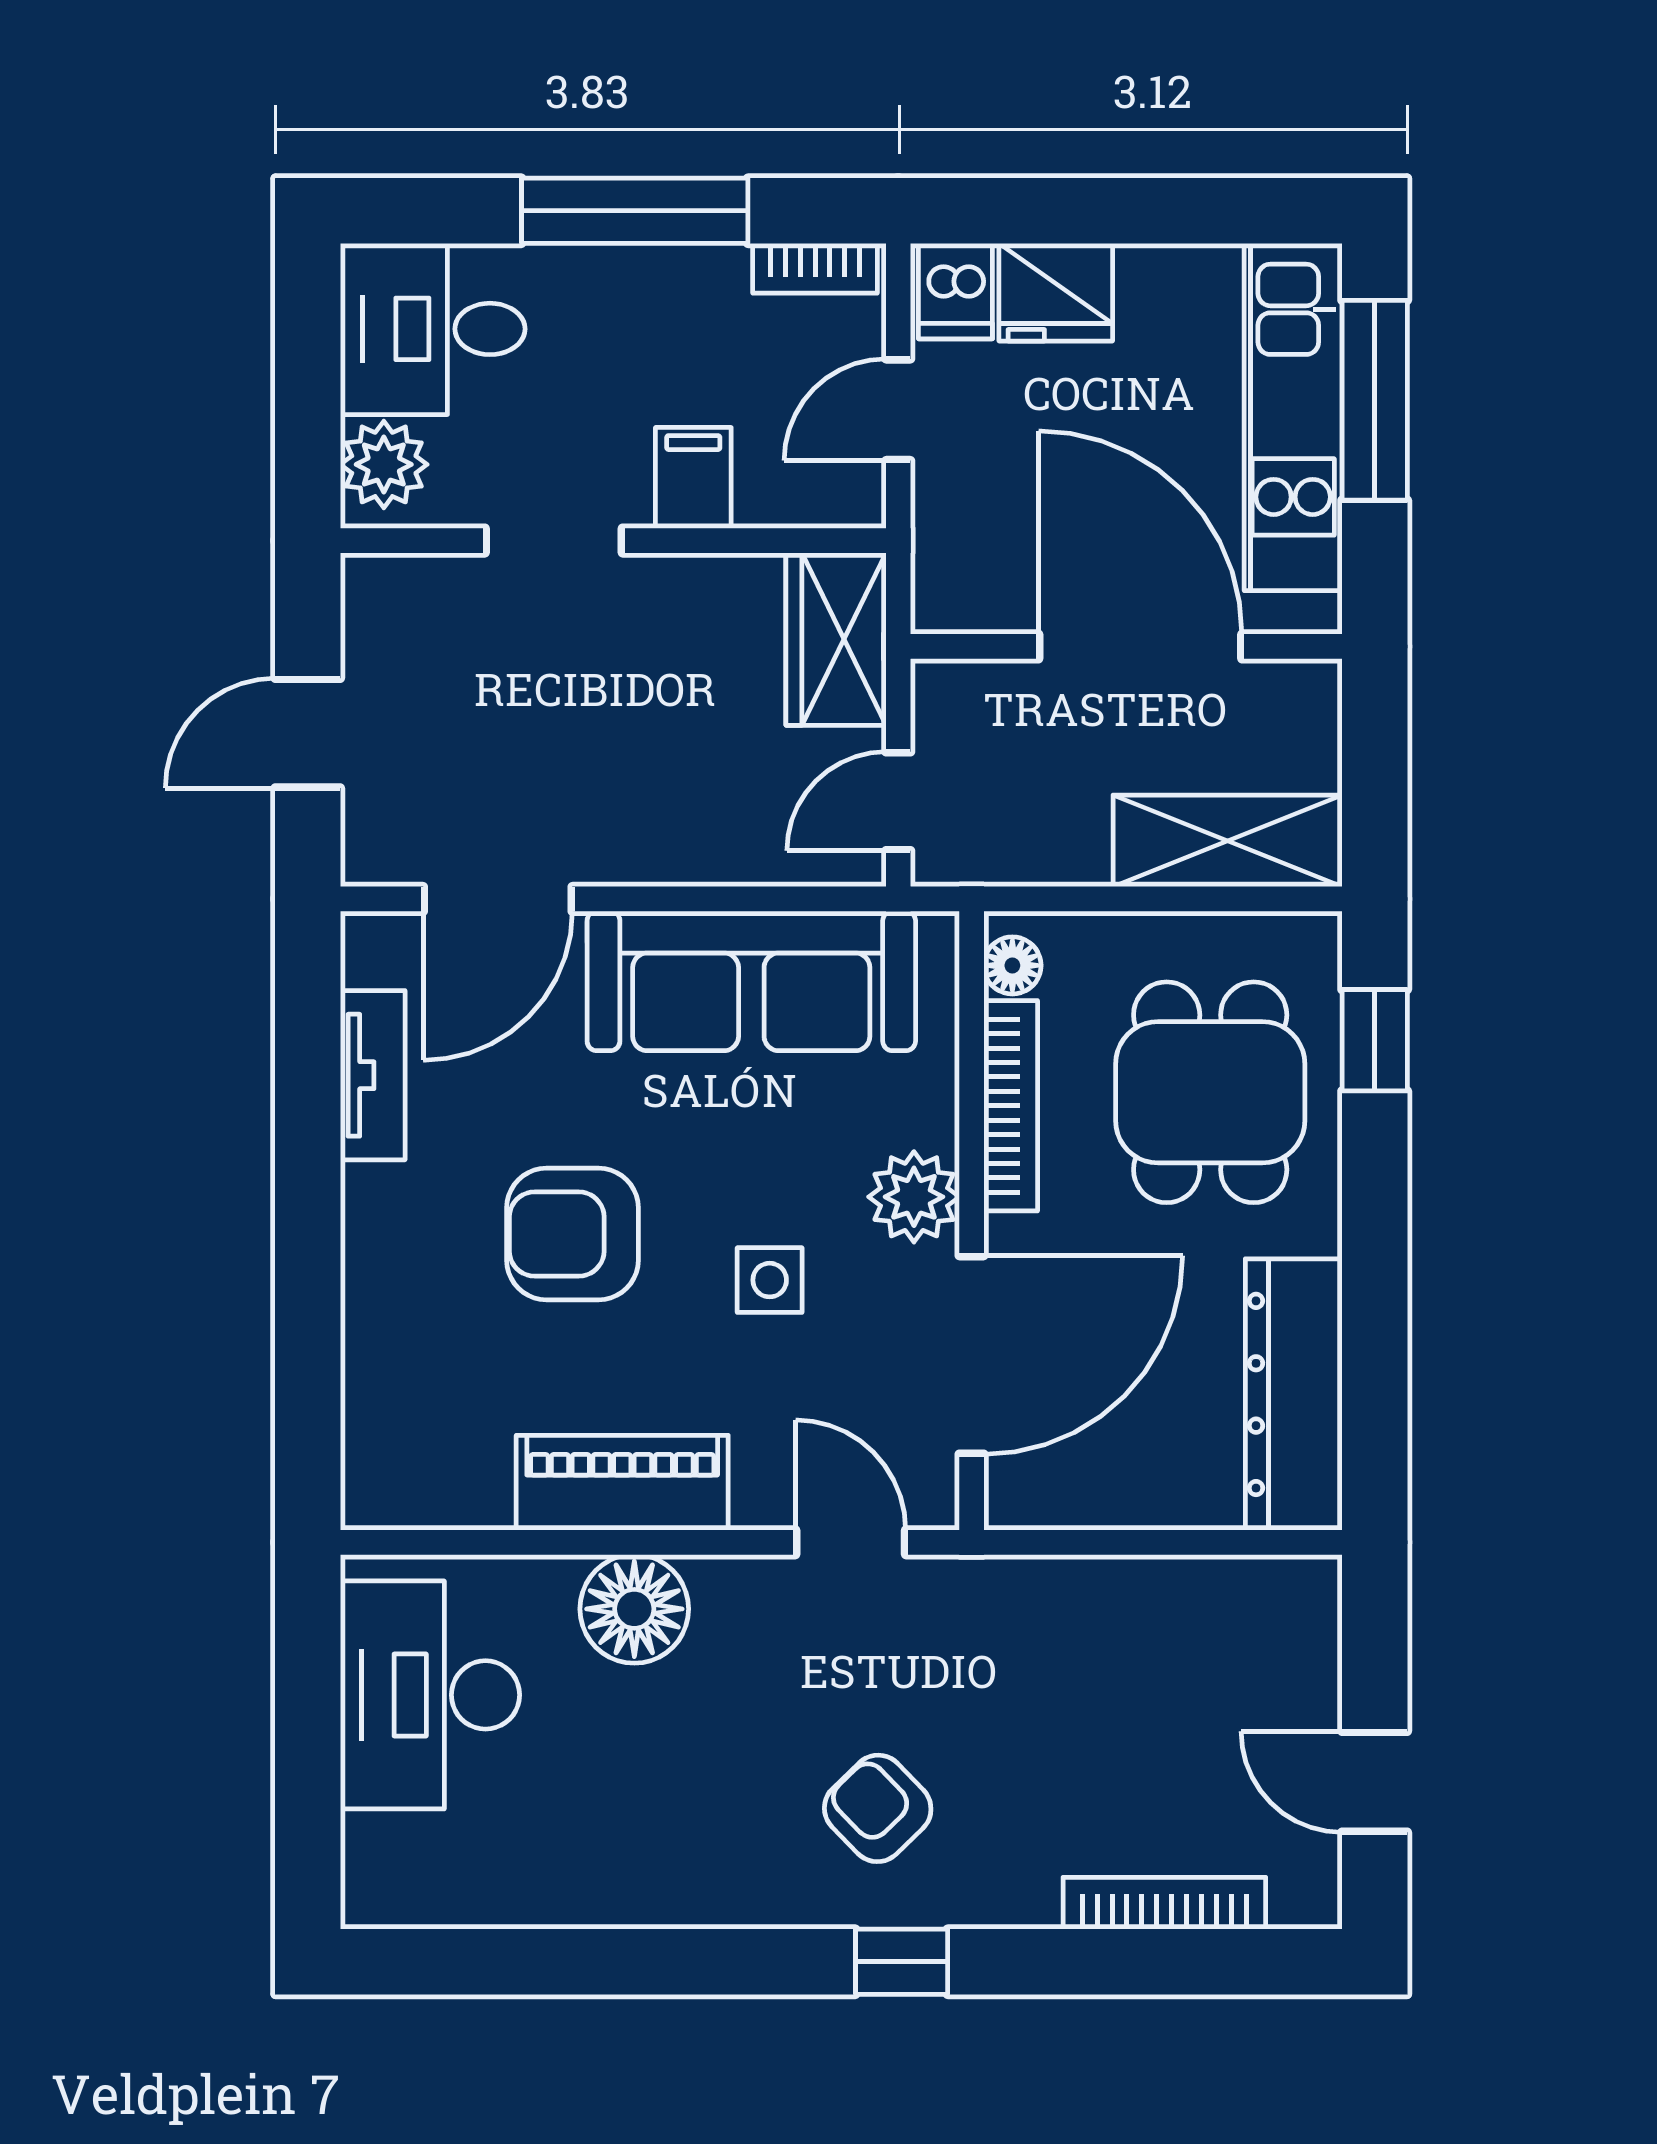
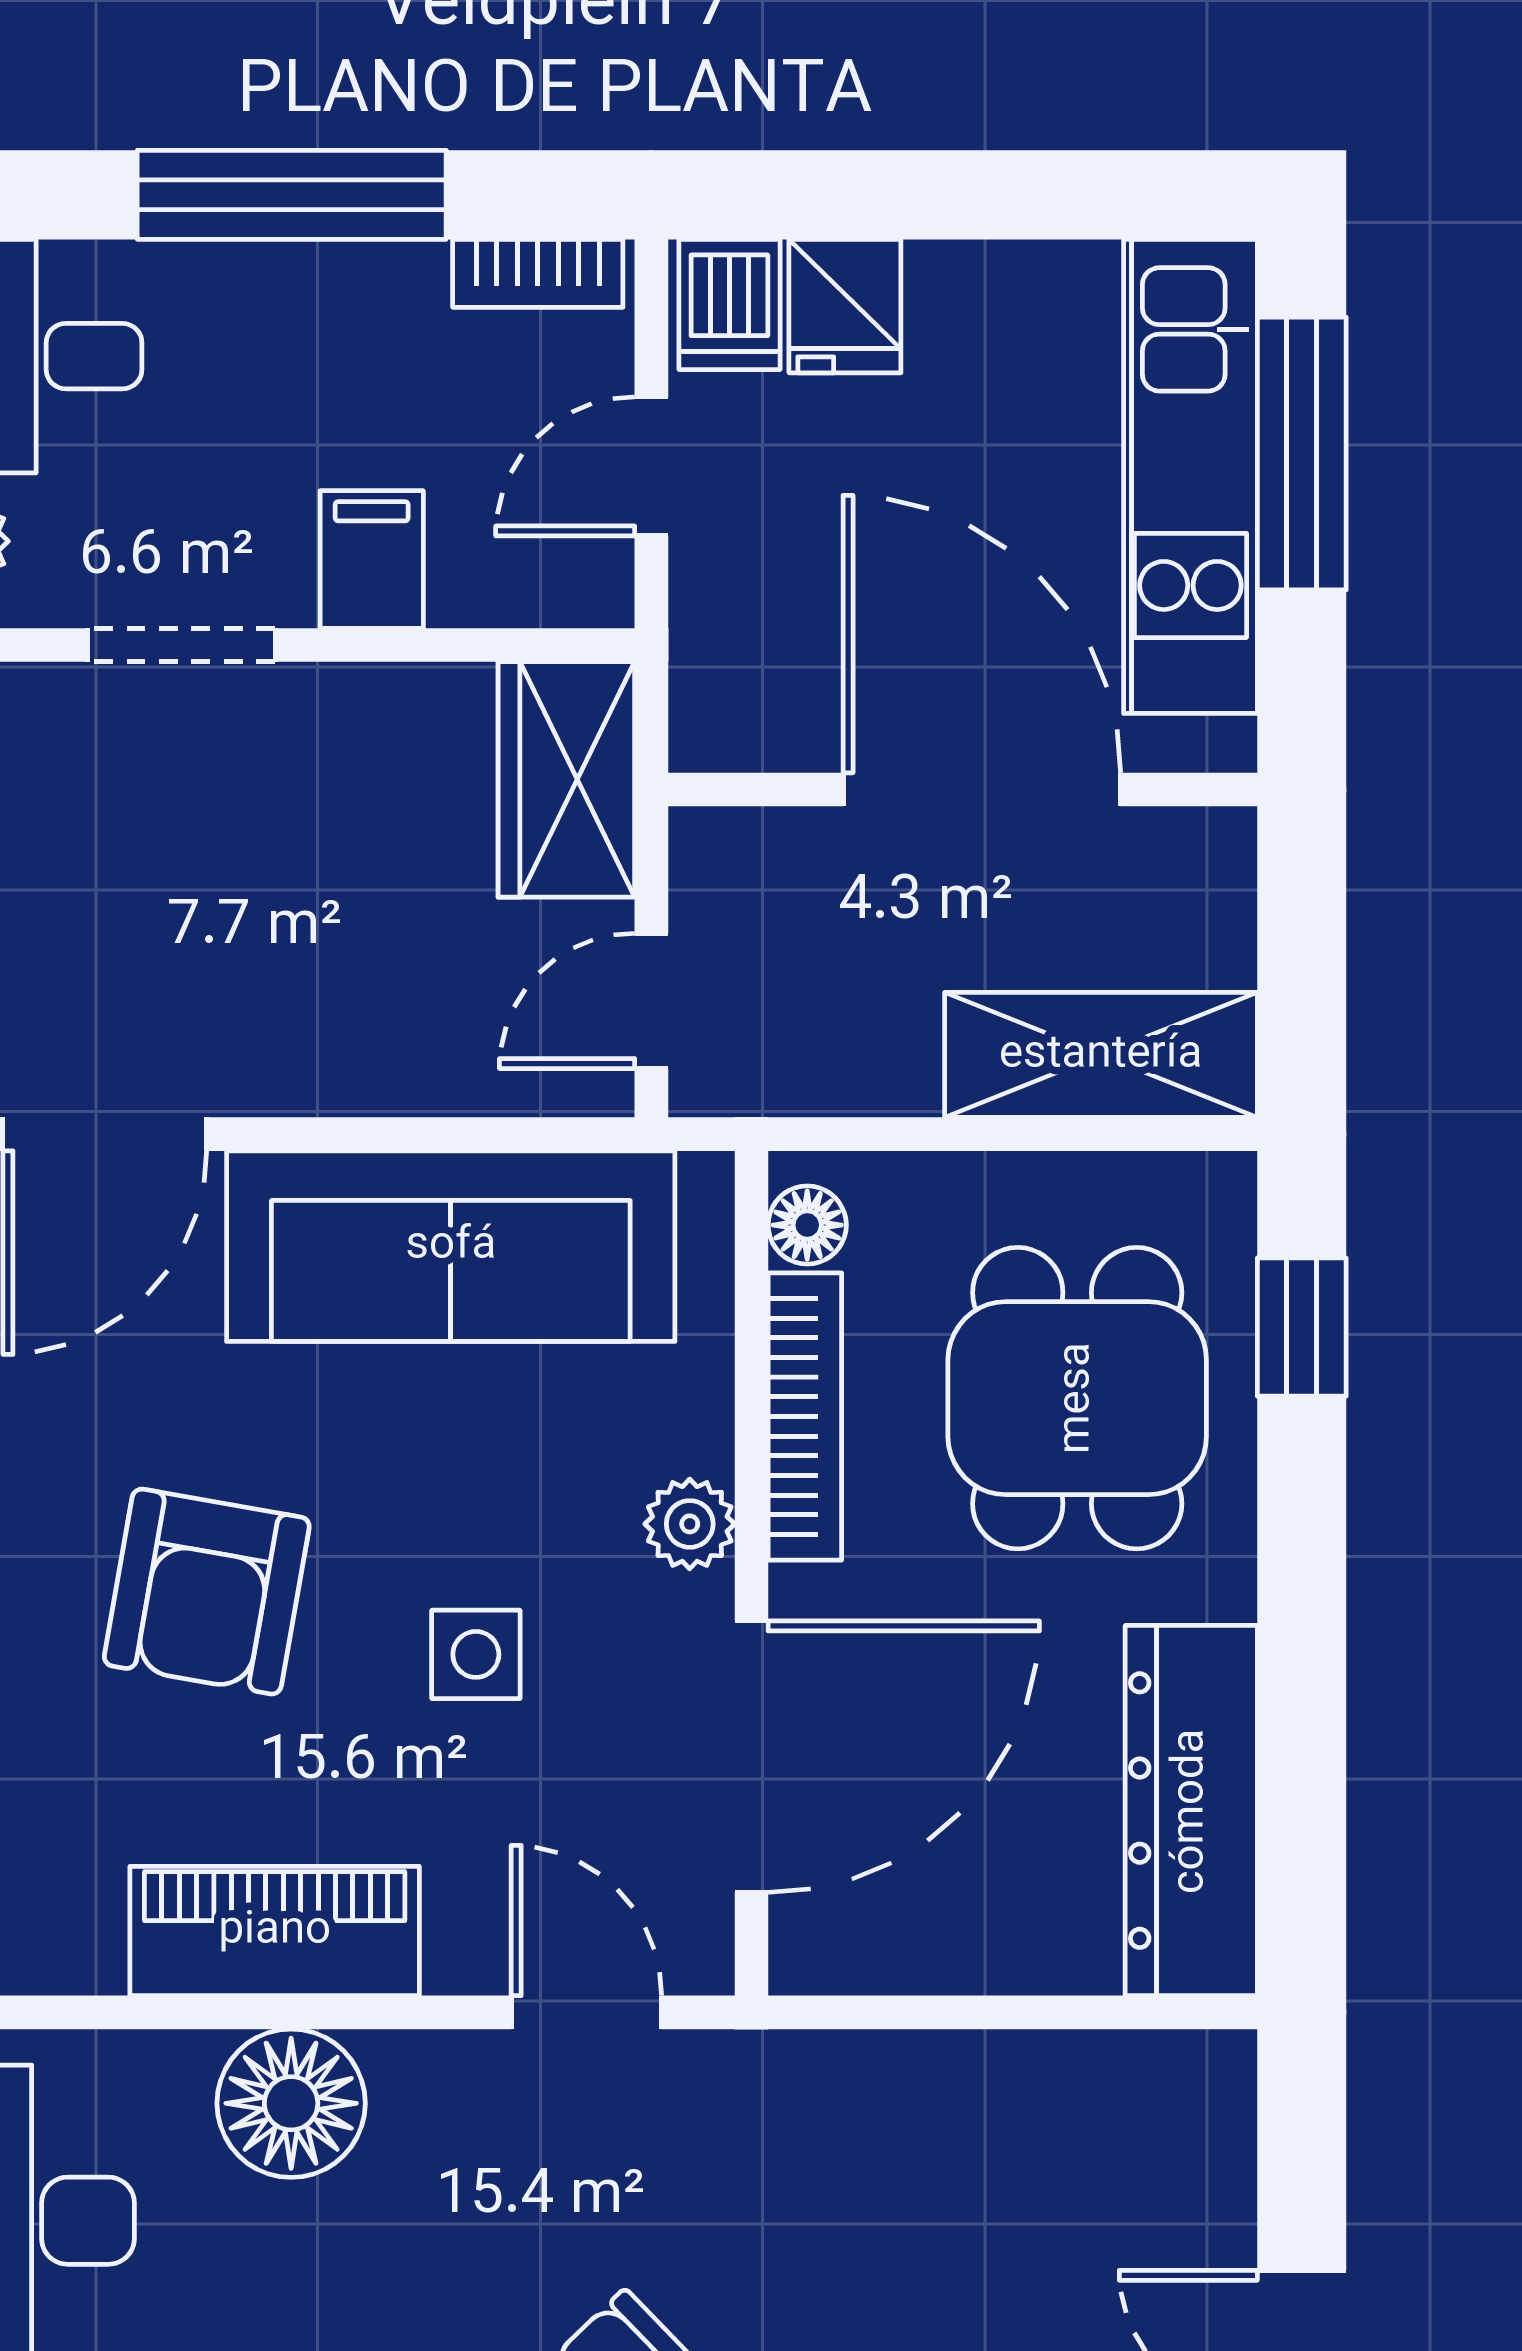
fridge: (1056, 292) -> (845, 306), width x0.72
plant: (914, 1197) -> (690, 1524), width x0.73, depth x0.73
armchair: (572, 1234) -> (207, 1592), turned -80

